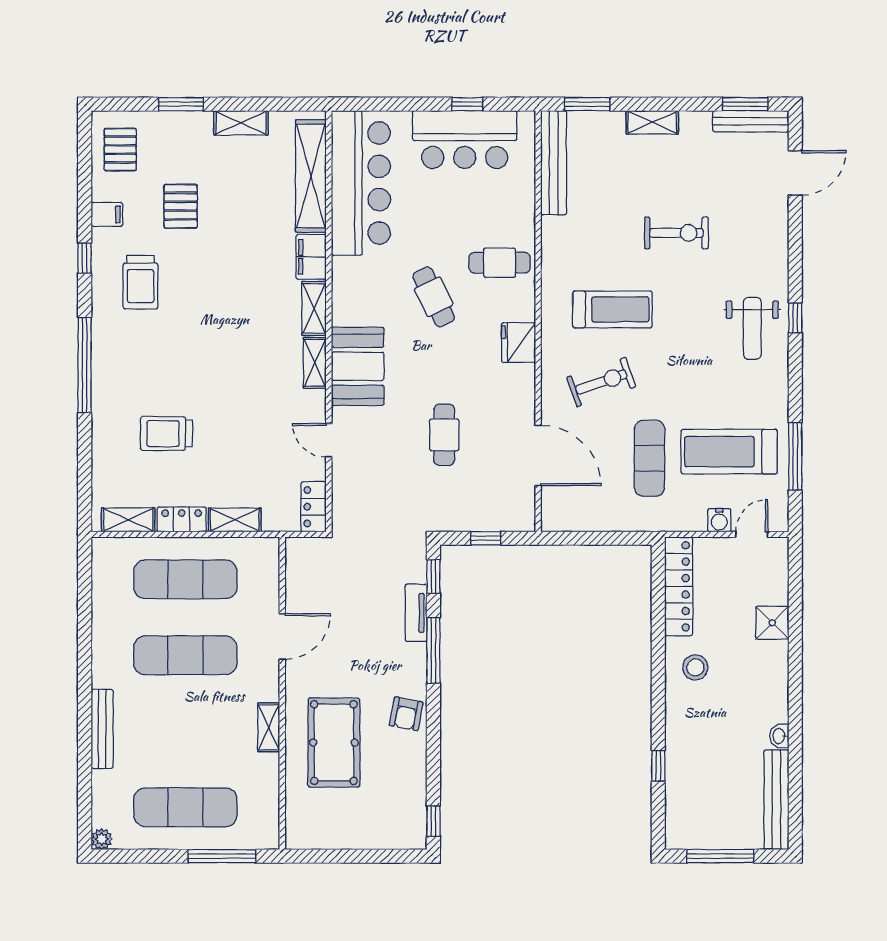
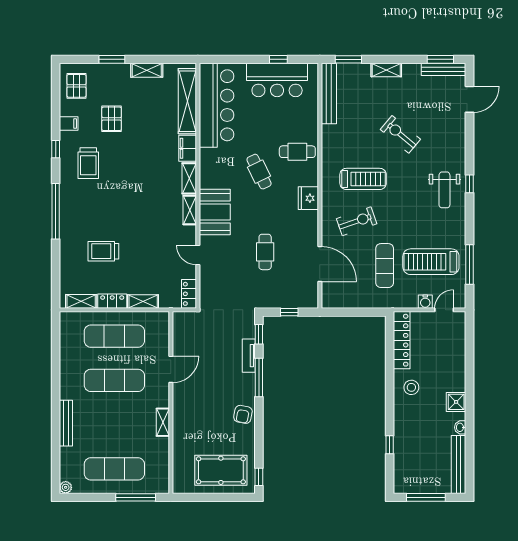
exercise bike: (676, 233) -> (400, 134), turned -140
shower: (772, 623) -> (456, 402), moved
pool table: (334, 743) -> (221, 470), moved, turned 90

